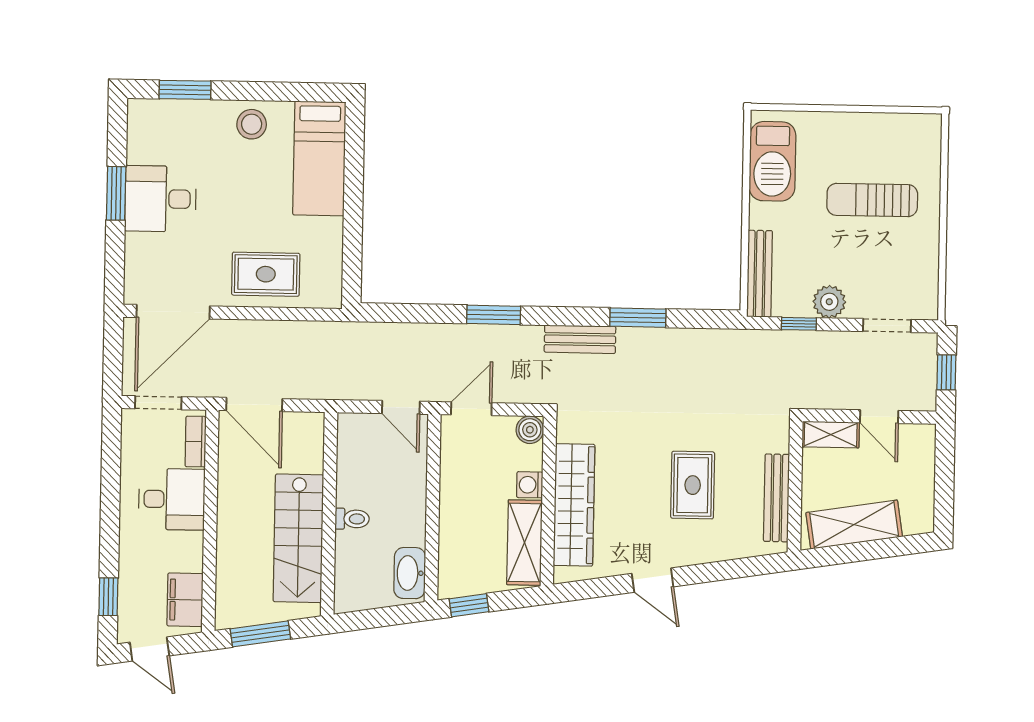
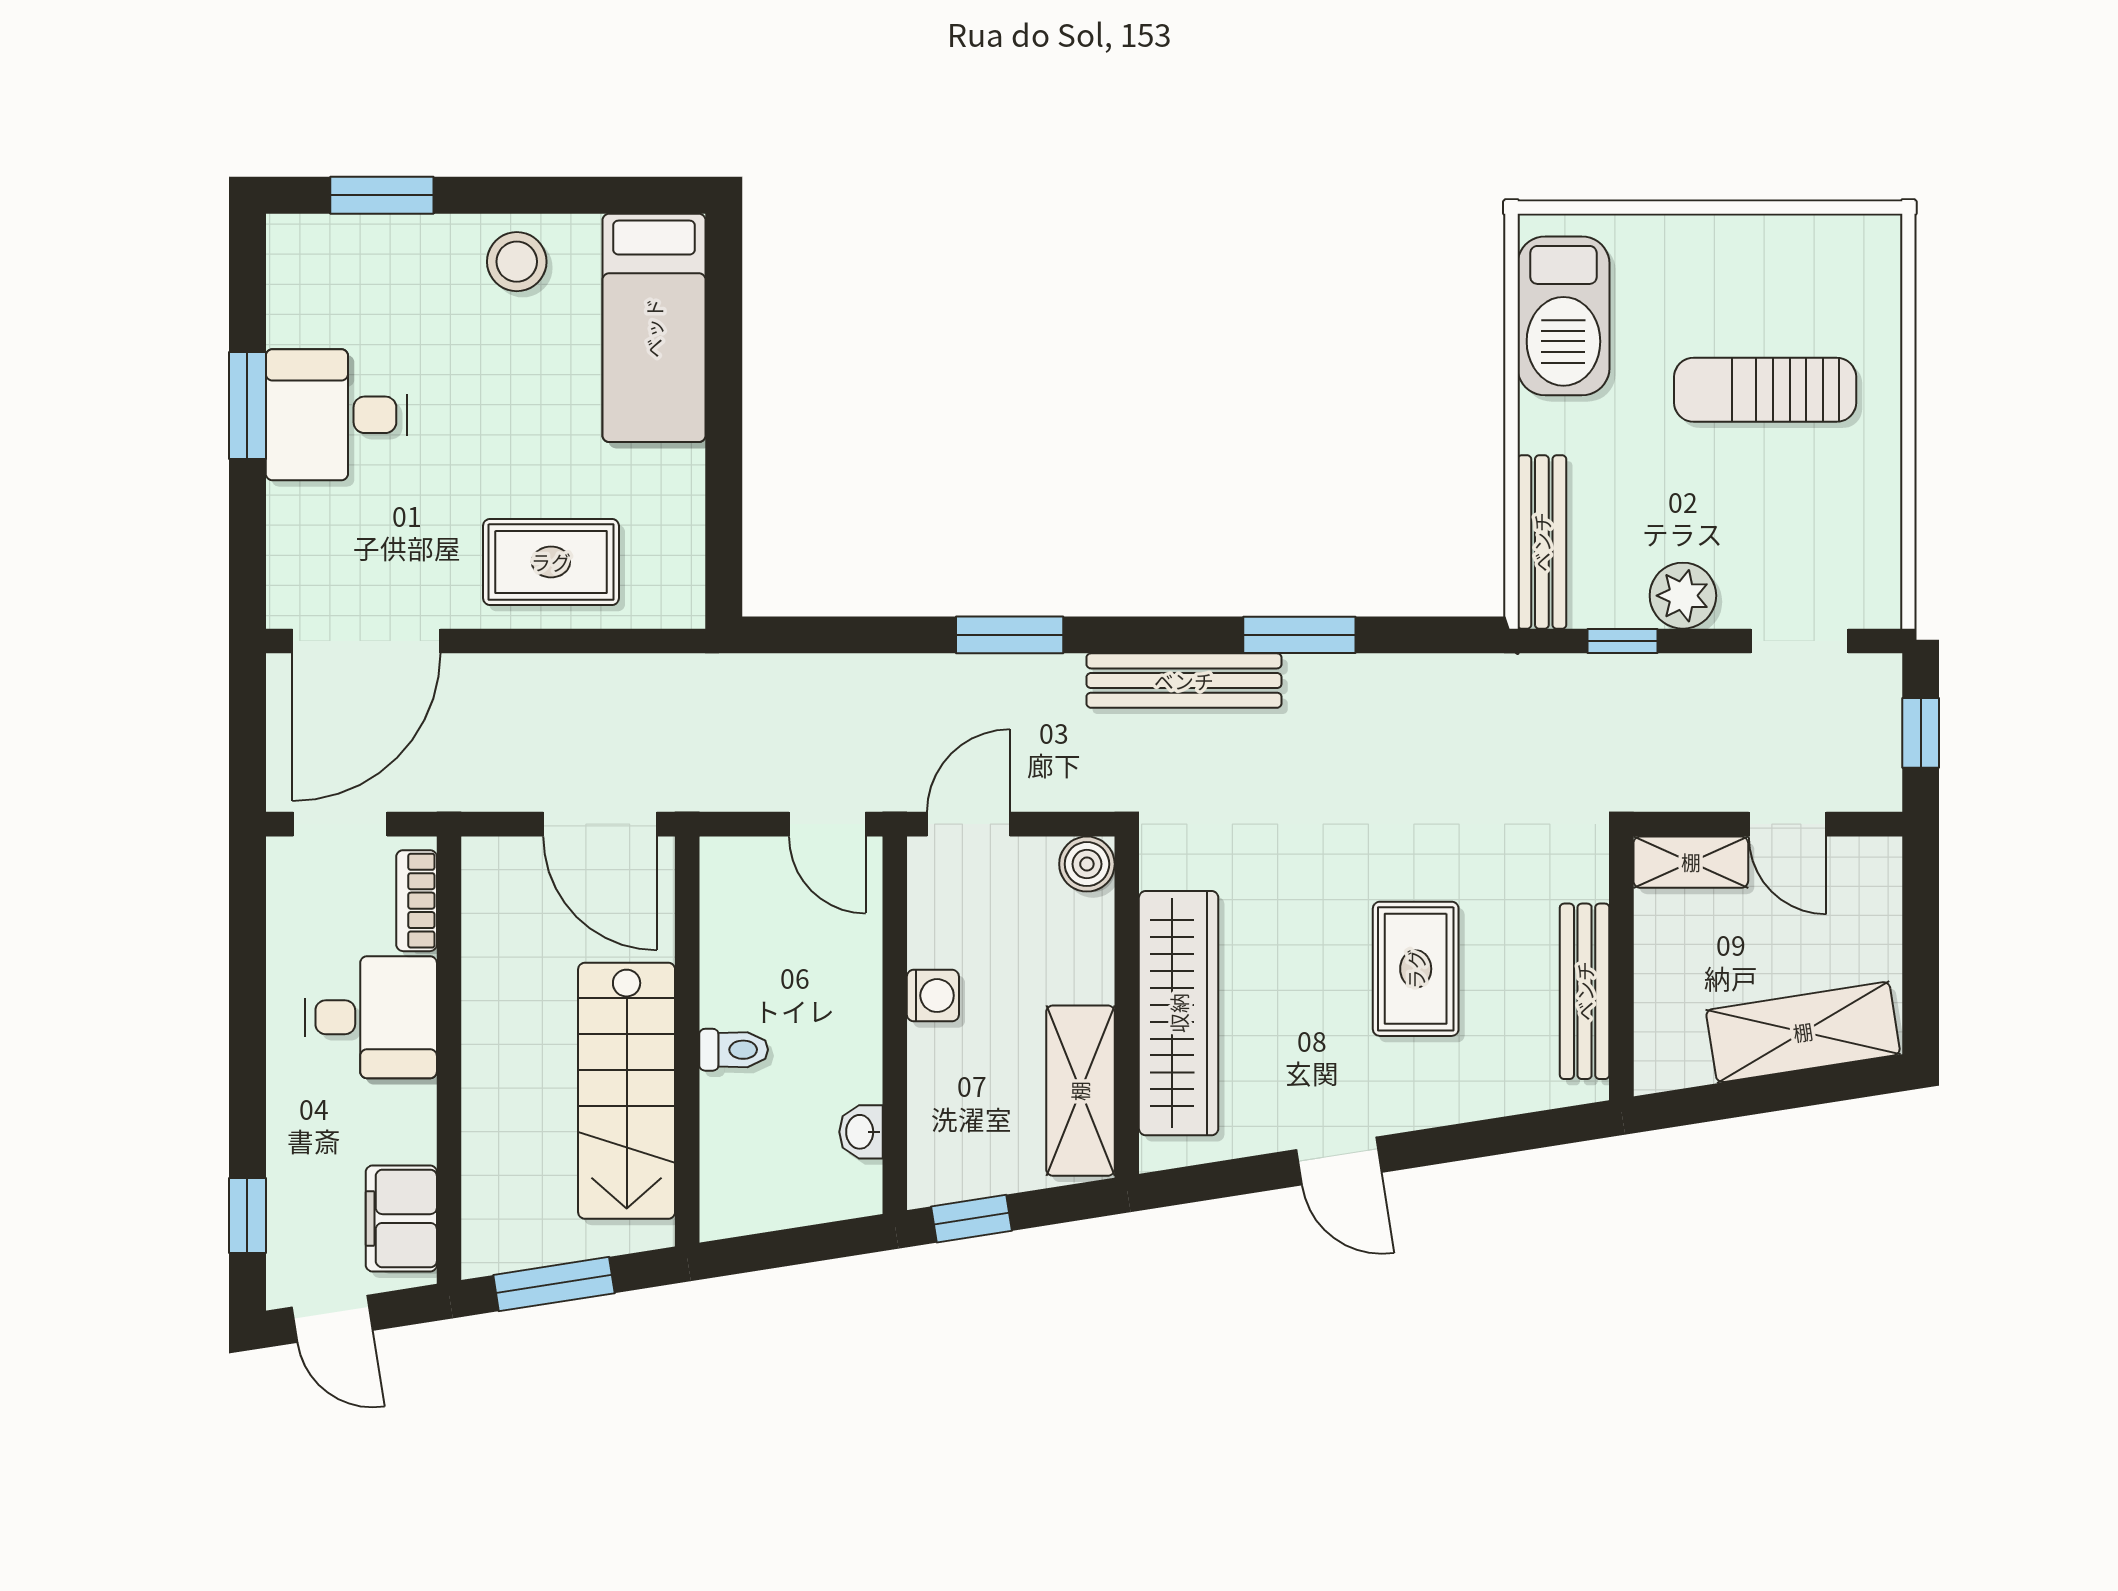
bench: (580, 339) -> (1184, 681), width x1.36
door: (254, 405) -> (600, 824), moved
washing machine: (530, 485) -> (933, 996), moved, turned 180
shelving: (854, 525) -> (1803, 1032), moved
washbasin: (410, 573) -> (861, 1132), width x0.52, depth x0.69

